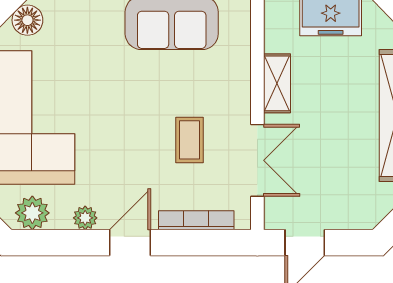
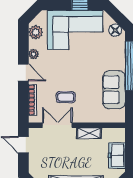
double door: (257, 160) -> (57, 125), swing flipped

